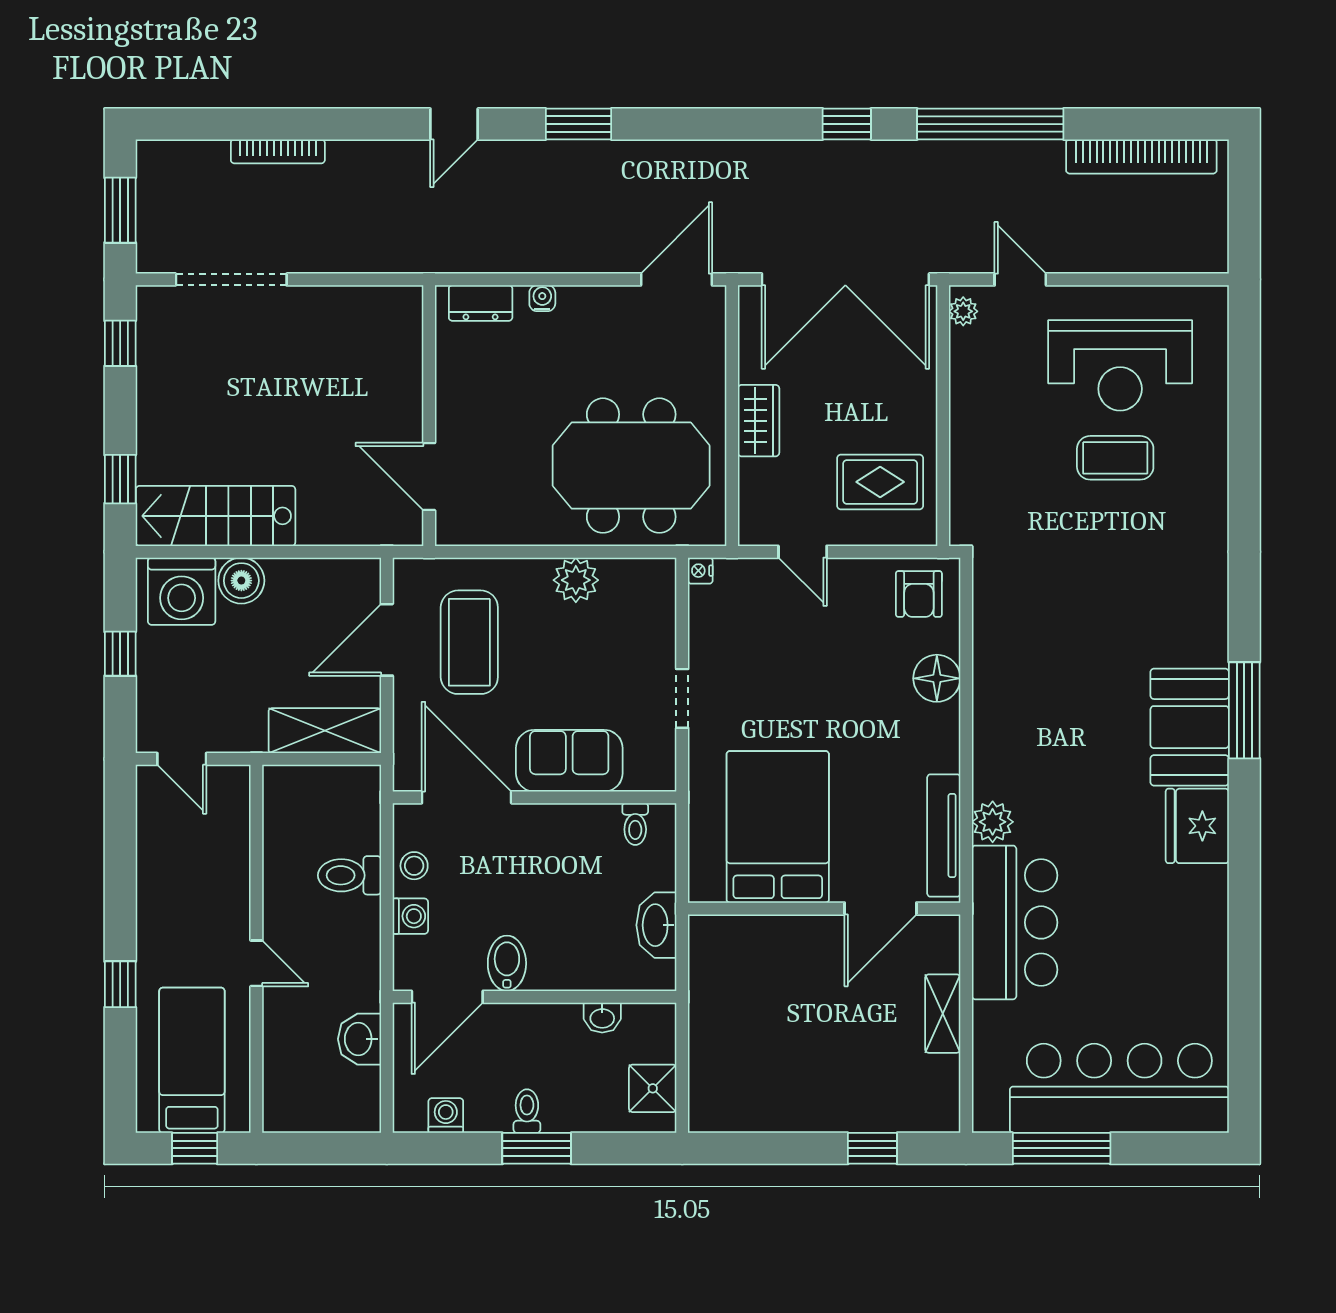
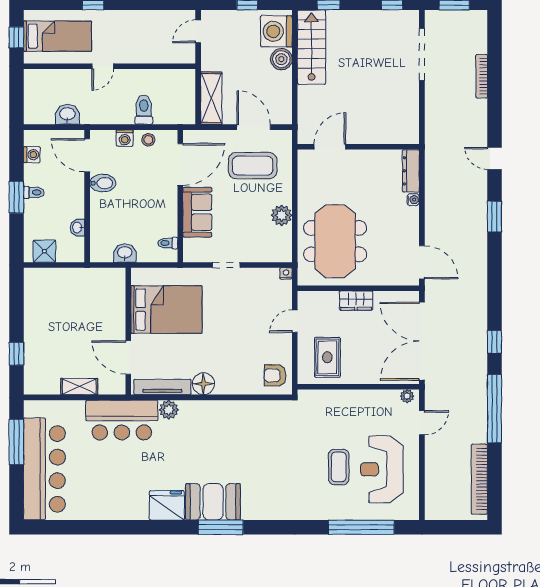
dresser: (481, 303) -> (411, 171), width x1.44
window: (1244, 409) -> (361, 527), added
floor lamp: (937, 678) -> (203, 384), moved
washbasin: (656, 925) -> (125, 253), width x0.72

